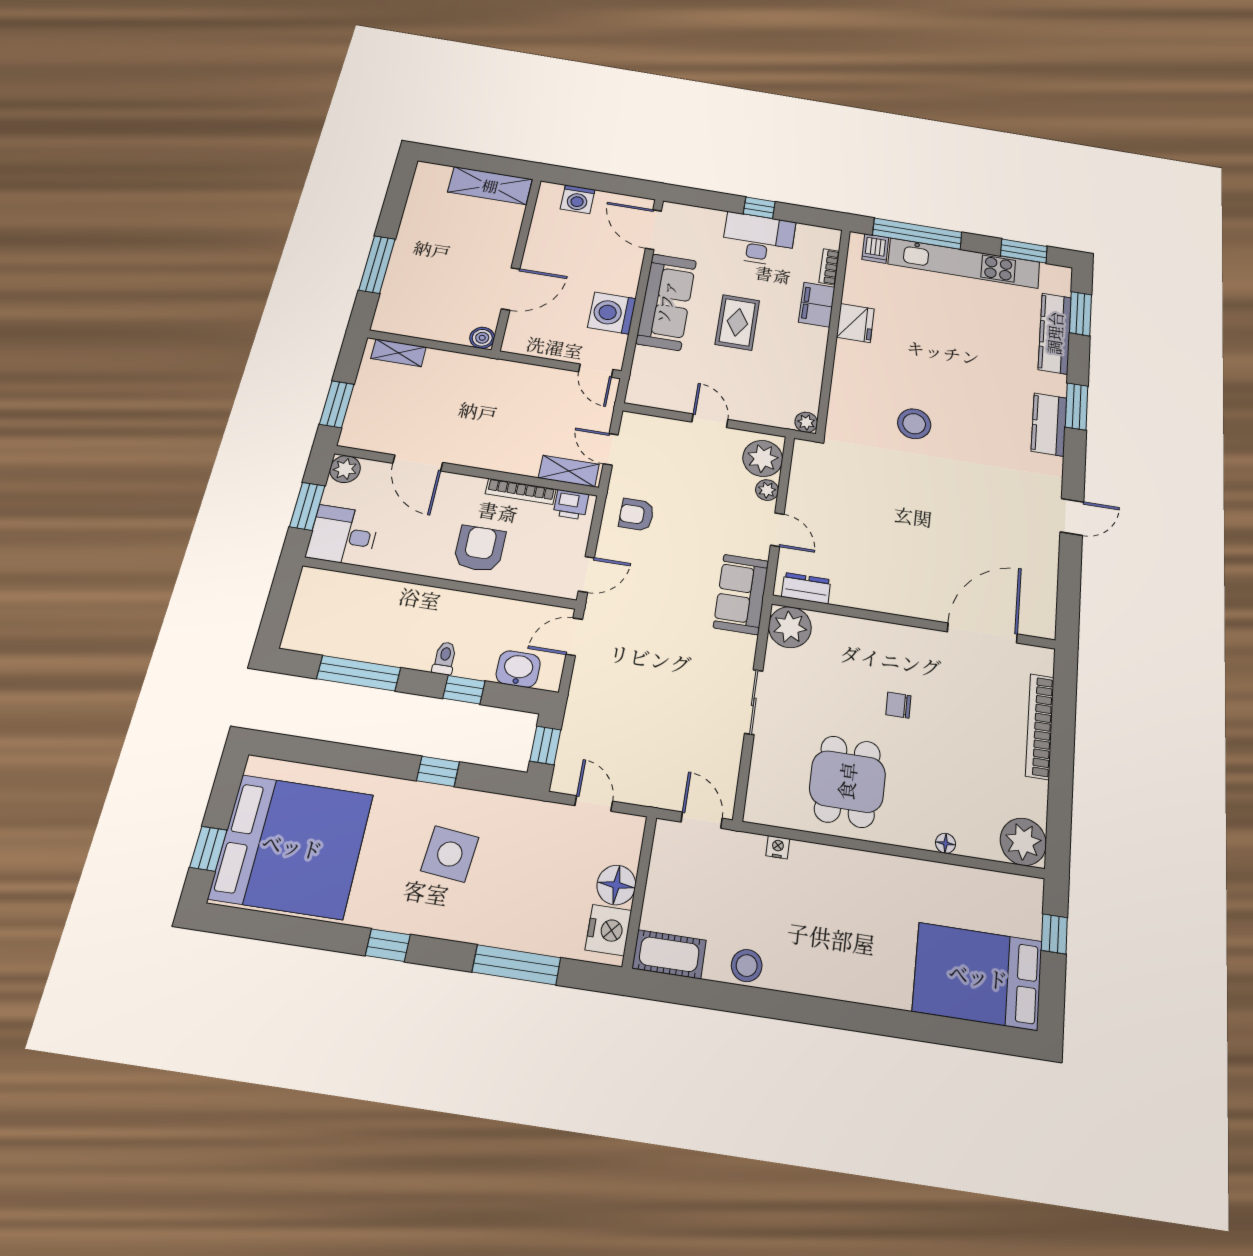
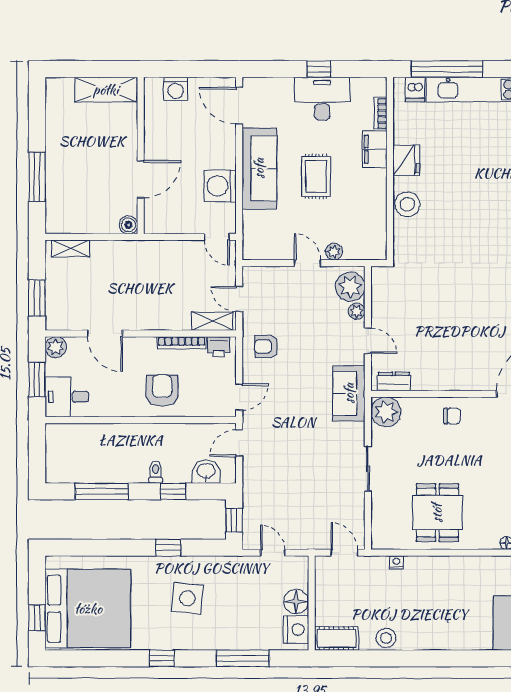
plant: (806, 422) -> (334, 252), moved
stool: (914, 424) -> (407, 204), moved
chair: (898, 705) -> (452, 416), moved, turned 180

